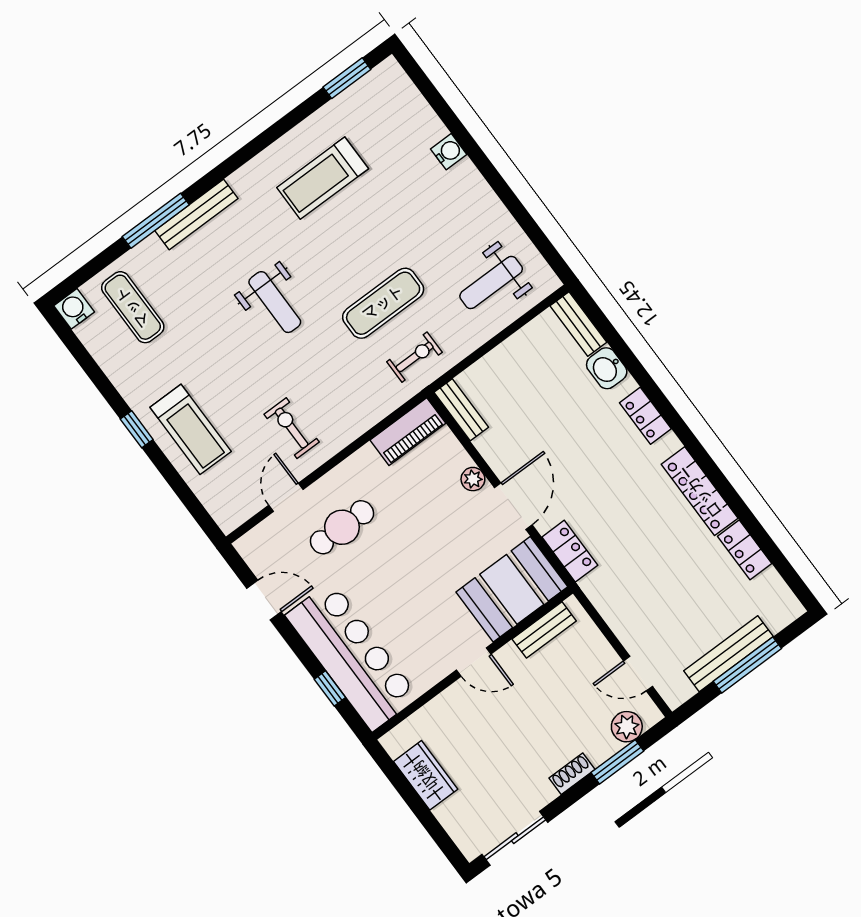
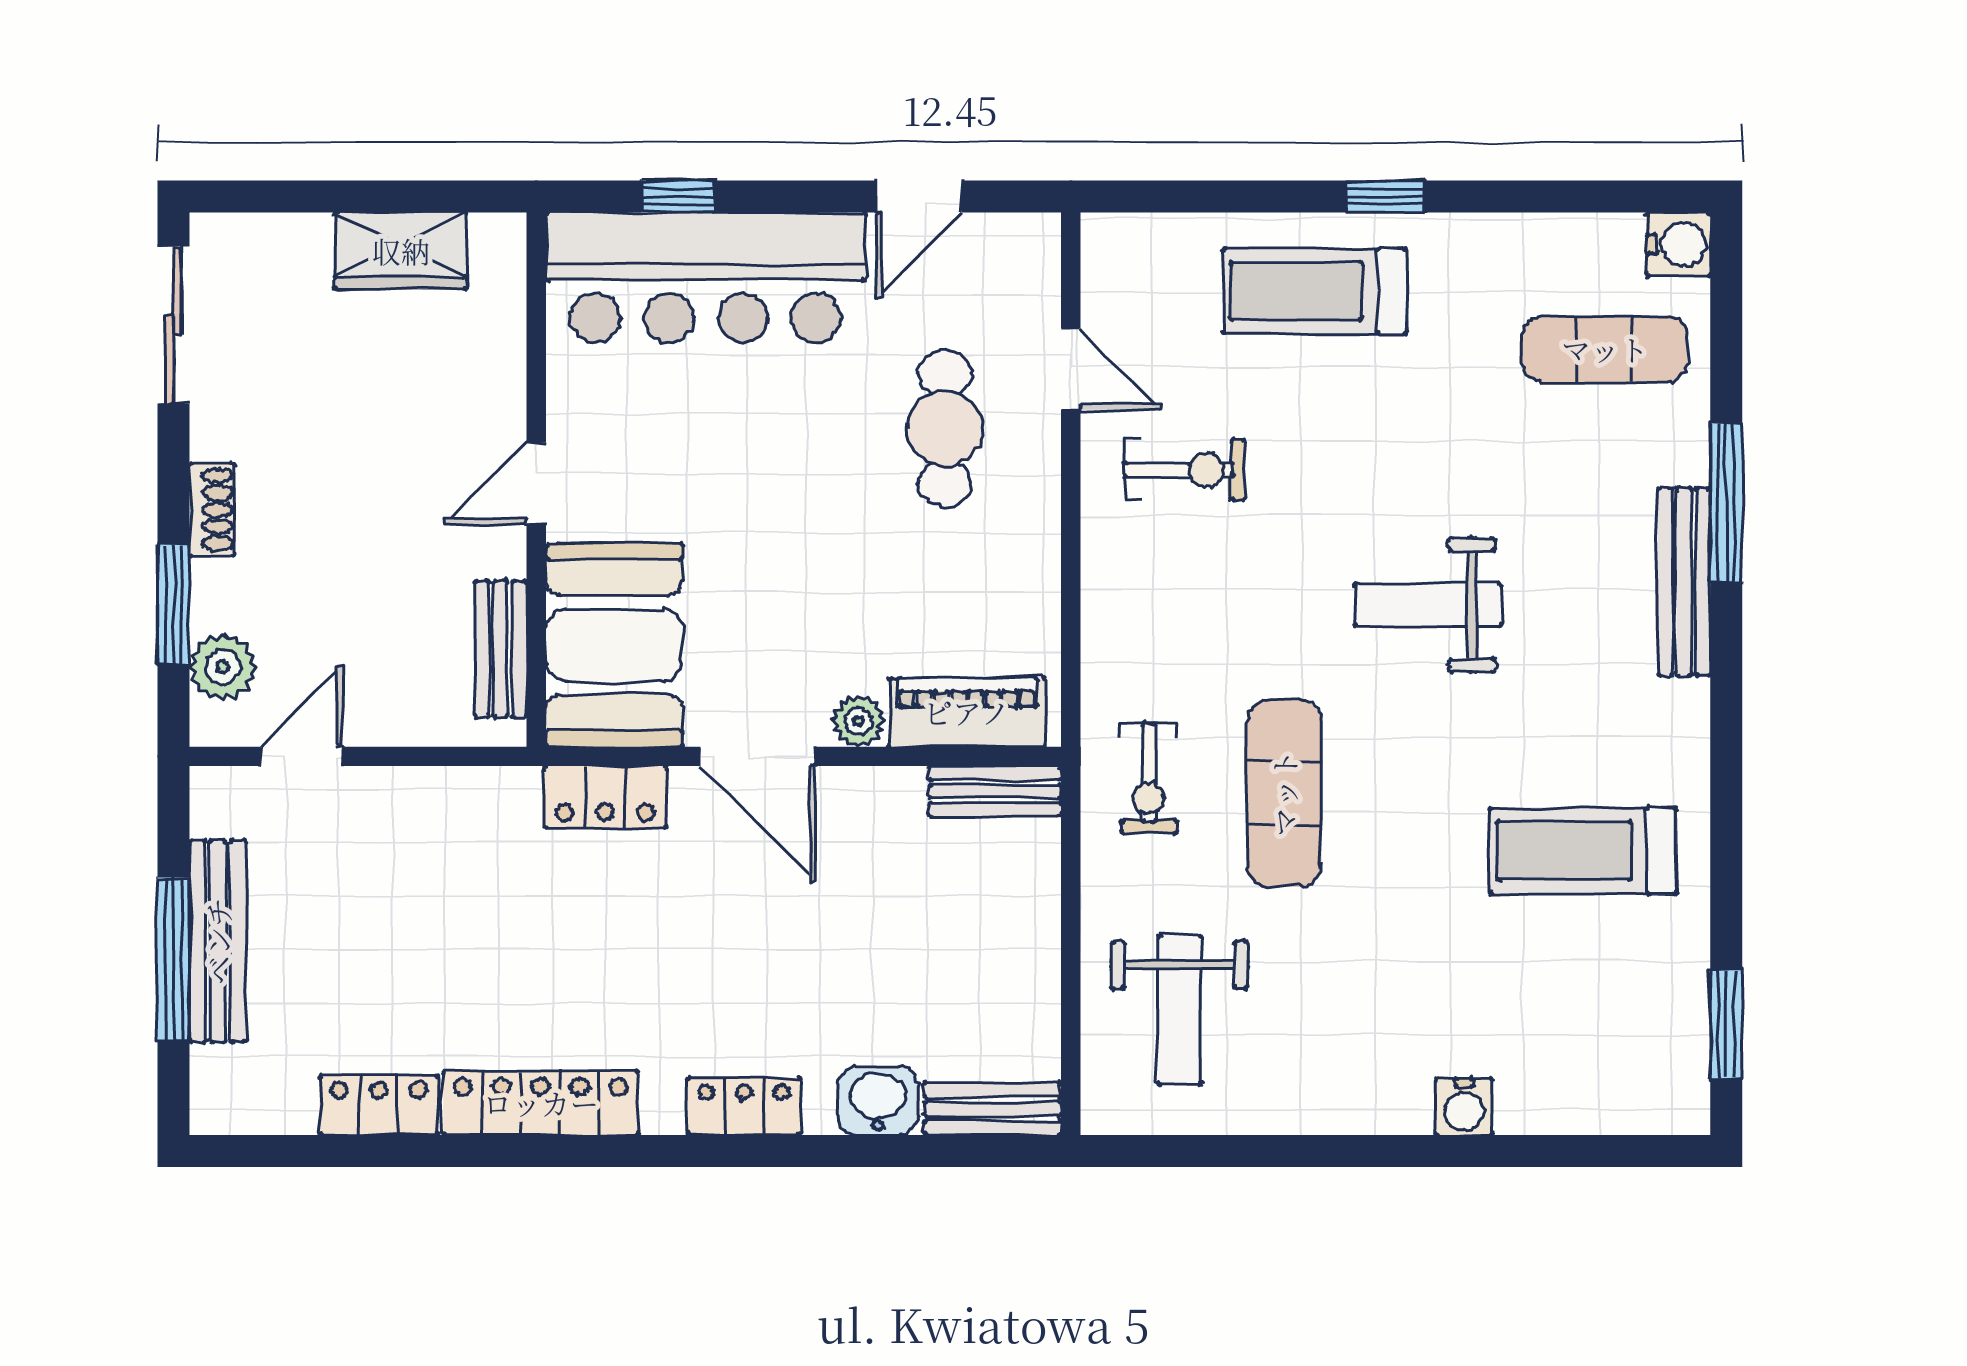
treadmill: (323, 178) -> (1583, 851), turned -90
weight bench: (491, 282) -> (1179, 1010), turned 180
piano: (408, 432) -> (967, 712), moved, turned 90

